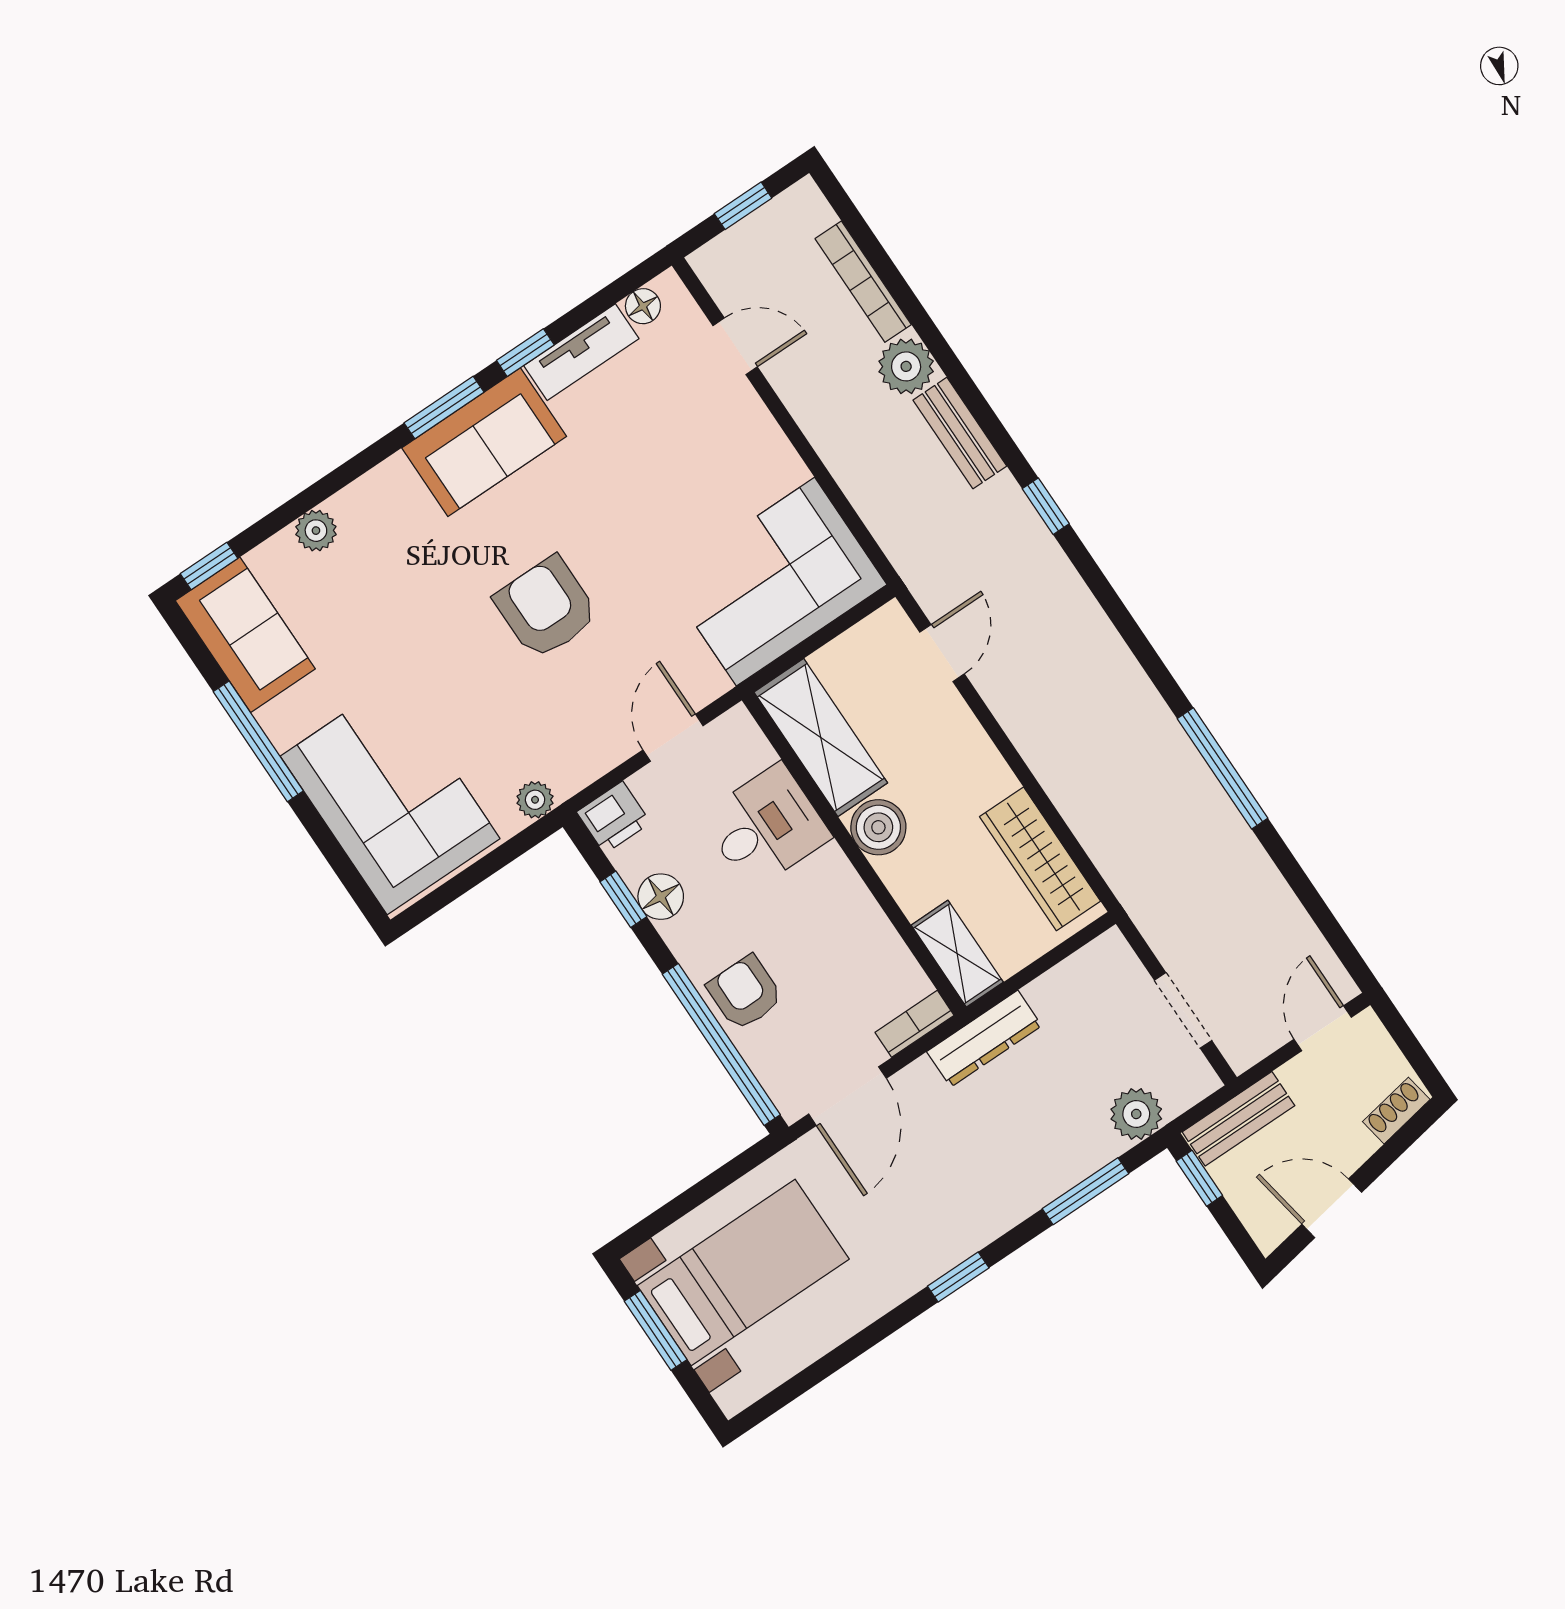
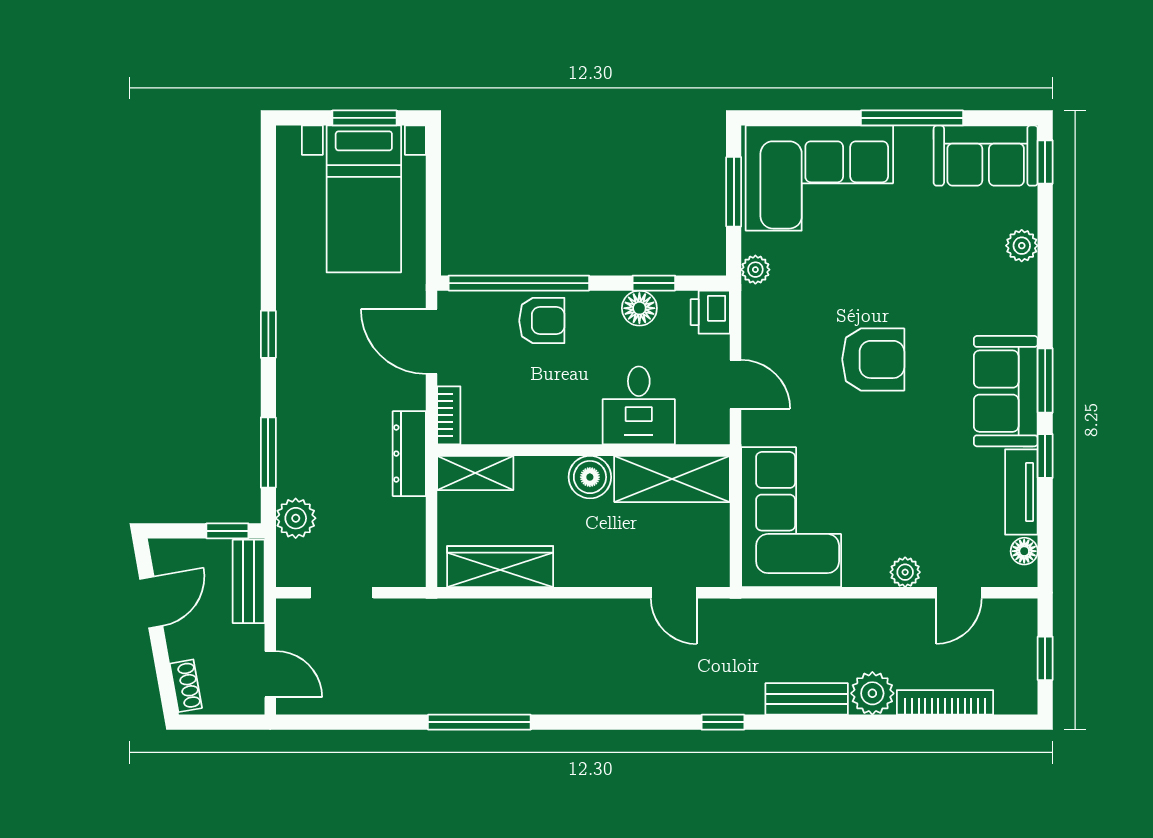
plant: (752, 419) -> (905, 572), added
window: (467, 880) -> (734, 192), added

